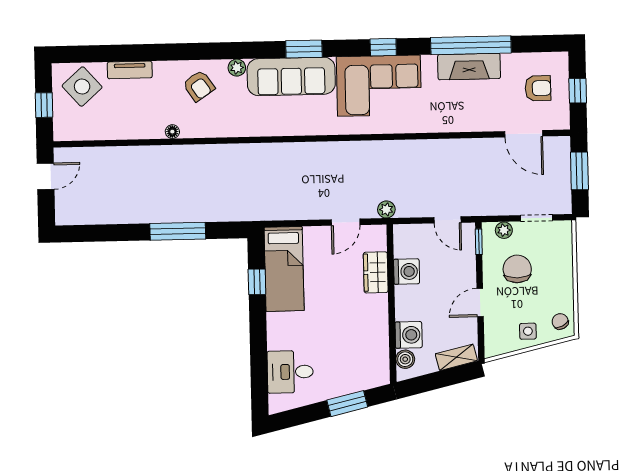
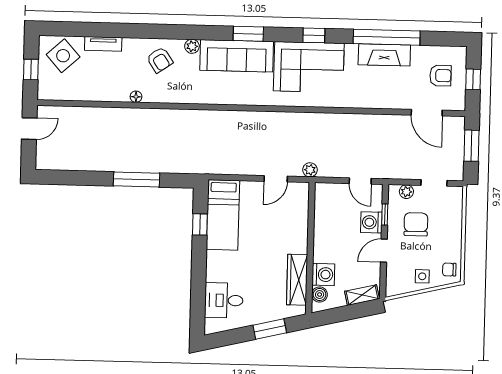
window: (479, 242) -> (385, 214), moved
wardrobe: (376, 272) -> (297, 280), moved, width x1.50
washing machine: (407, 272) -> (371, 222), moved, turned 180
chair: (560, 321) -> (449, 270), turned -63

